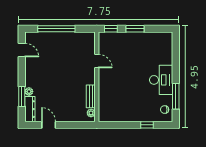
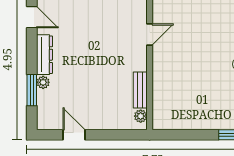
door: (97, 61) -> (150, 34), hinge flipped
dresser: (30, 109) -> (44, 55), moved

